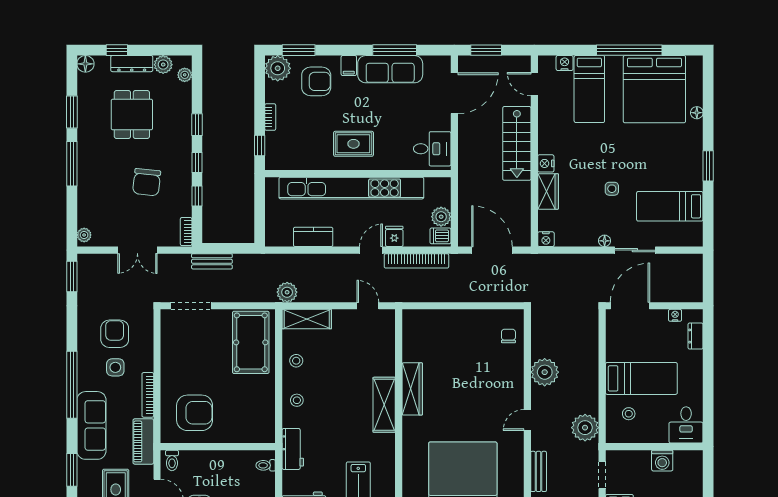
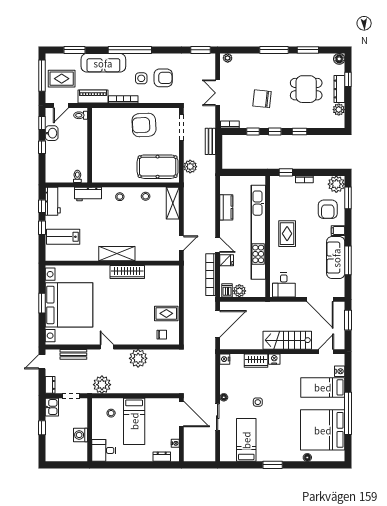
plant: (185, 75) -> (332, 124), removed
plant: (287, 292) -> (190, 167), moved
rug: (476, 329) -> (166, 313), added
armchair: (195, 413) -> (144, 125), moved, turned 87

